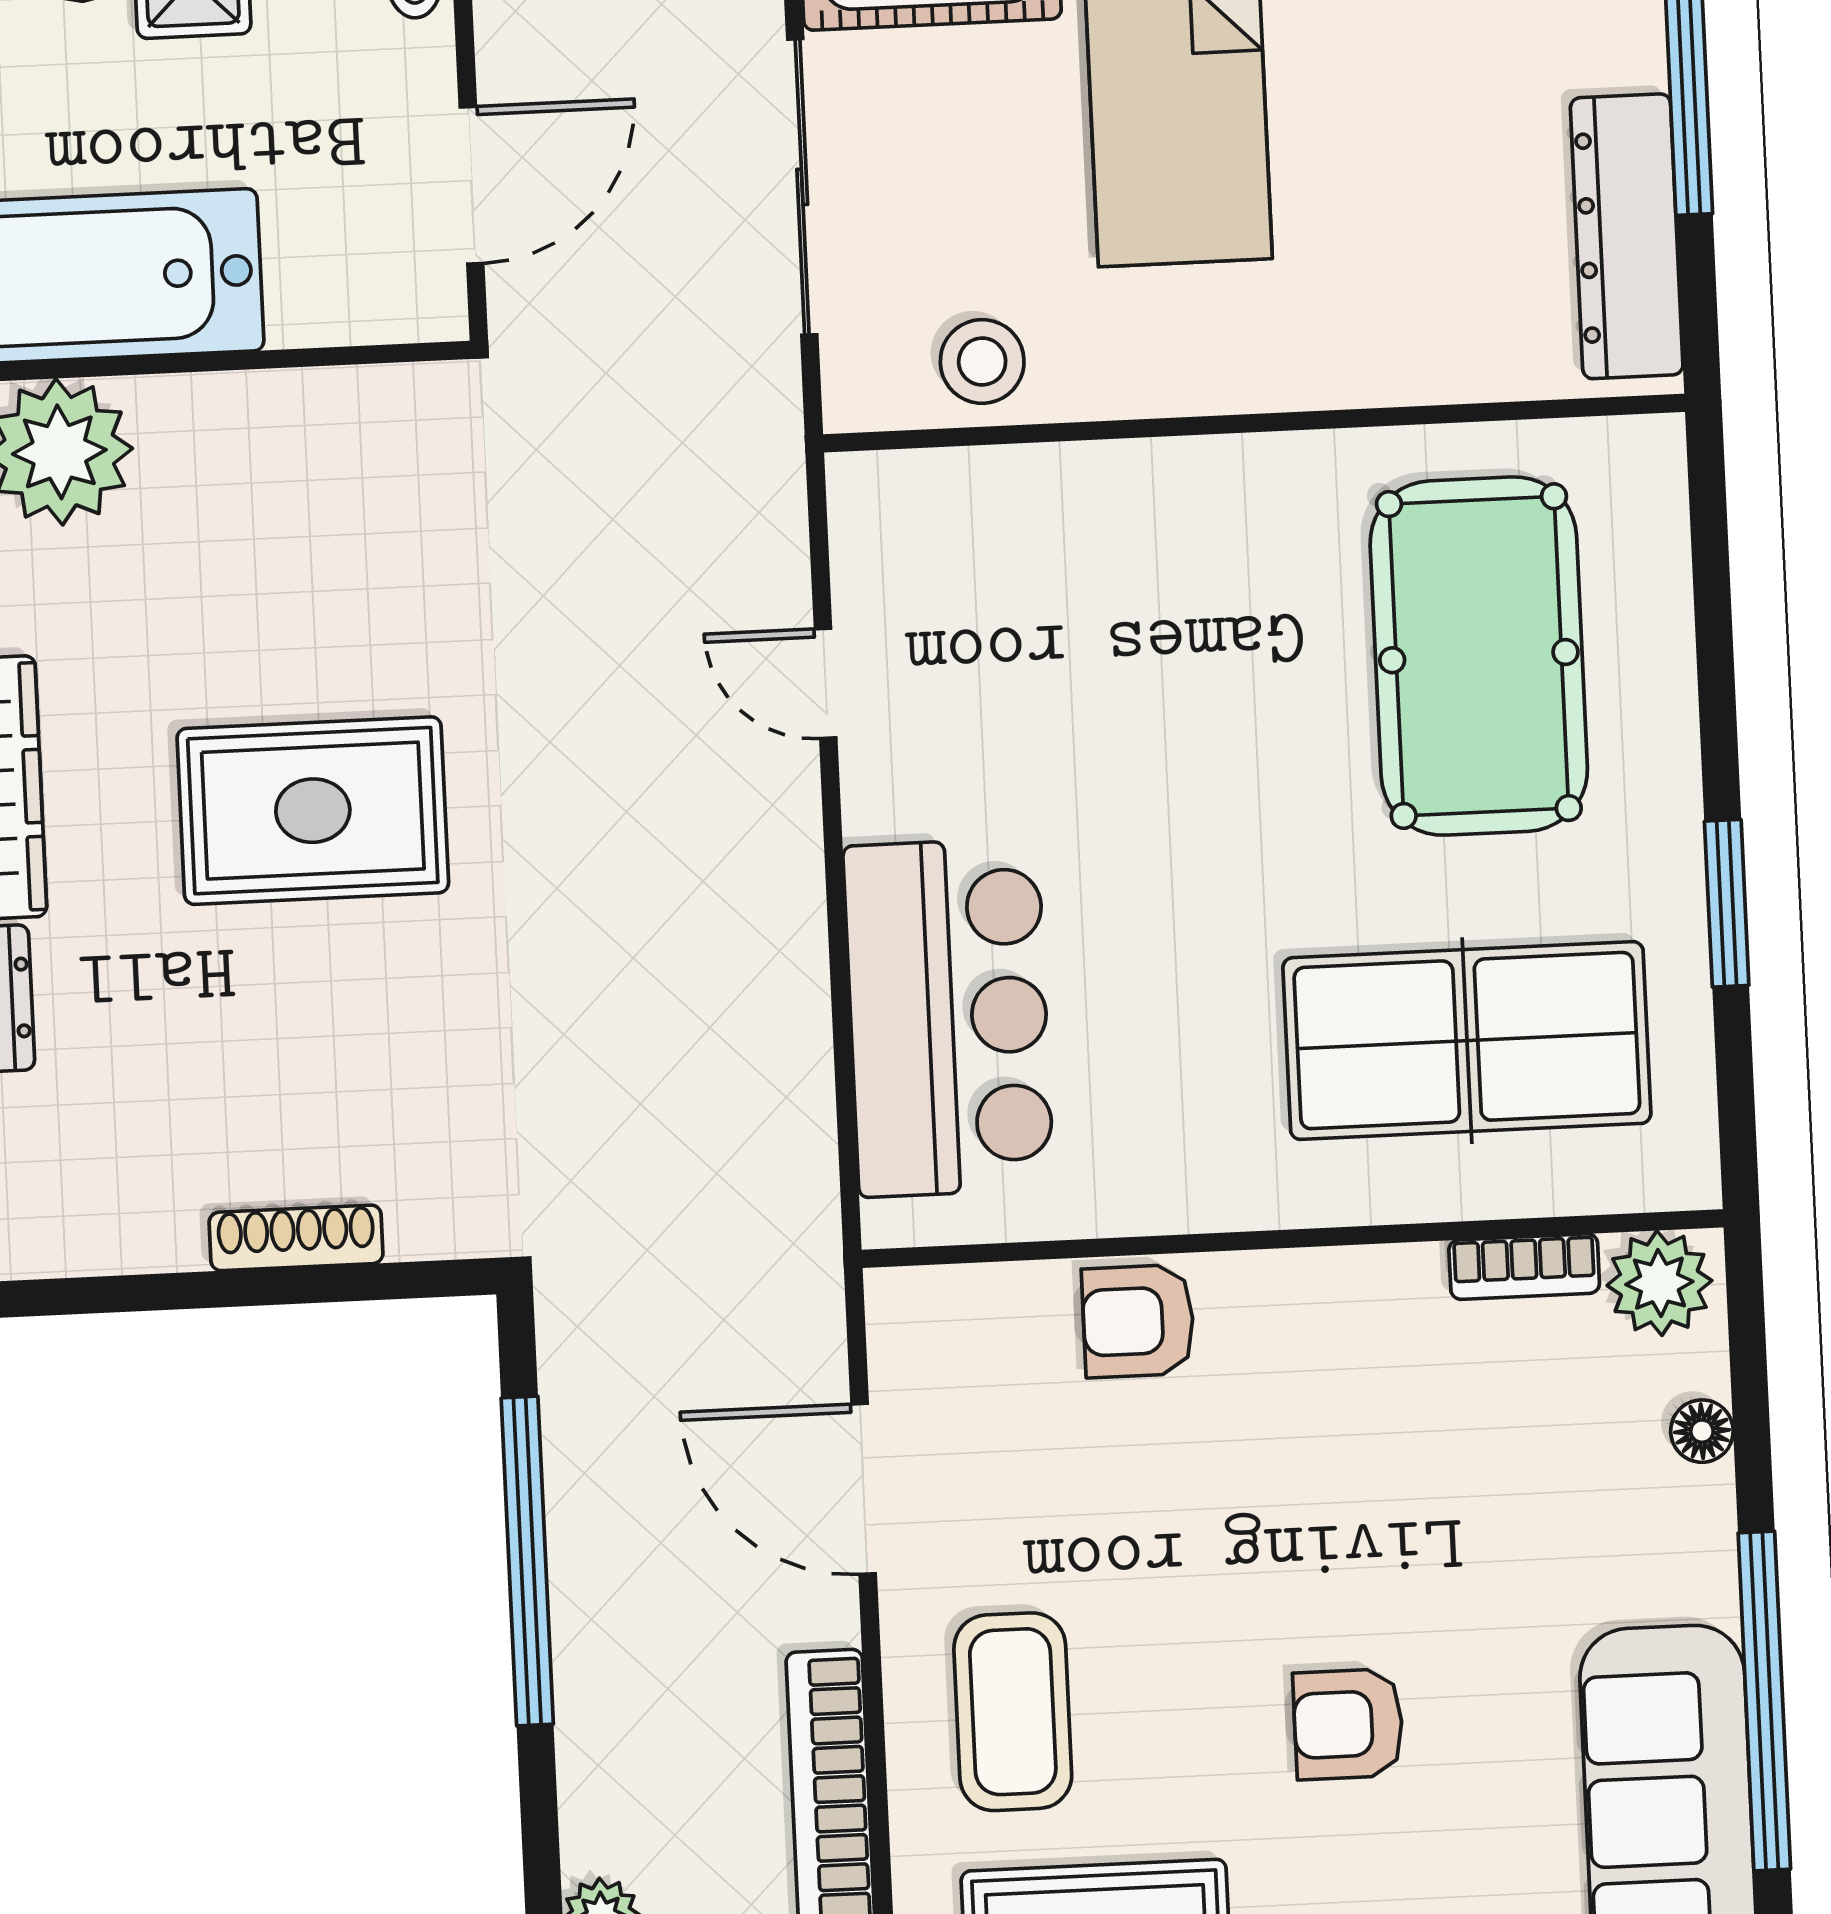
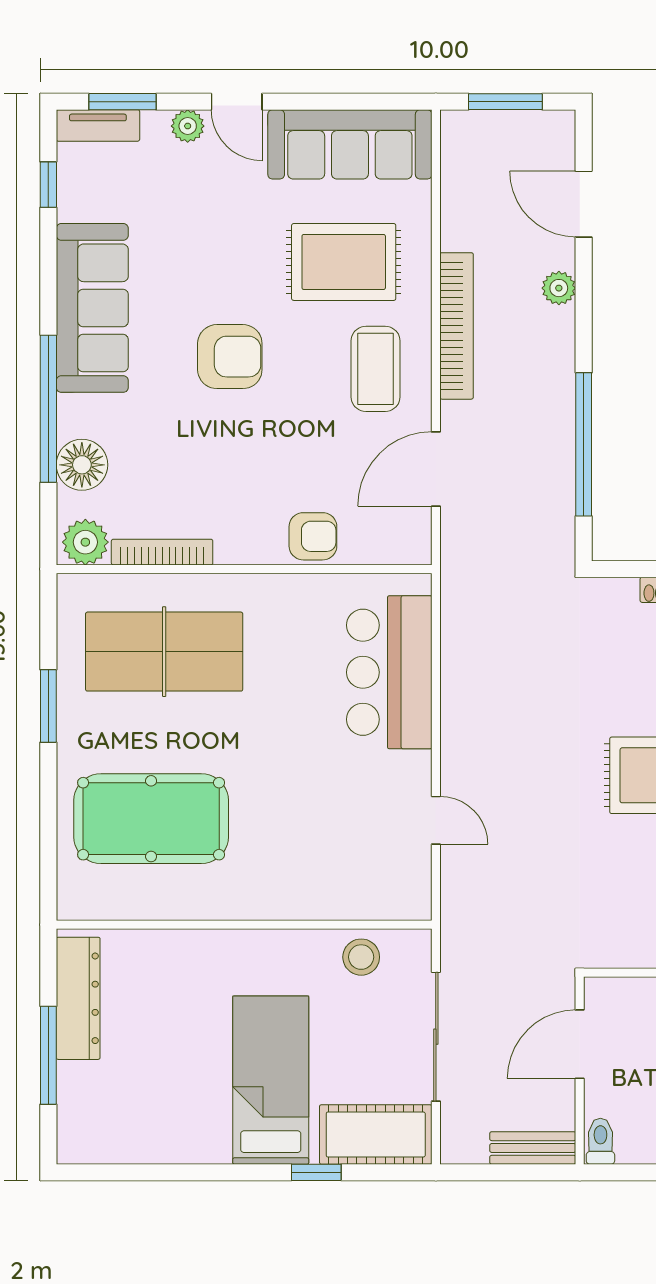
pool table: (1479, 656) -> (151, 819), turned 90
bookcase: (1524, 1267) -> (162, 552), width x1.56
floor lamp: (1702, 1431) -> (82, 465), width x1.89, depth x1.89
door: (864, 1489) -> (436, 469), swing flipped
window: (1764, 1701) -> (48, 409), moved
armchair: (1348, 1724) -> (230, 357), width x1.38, depth x1.38

